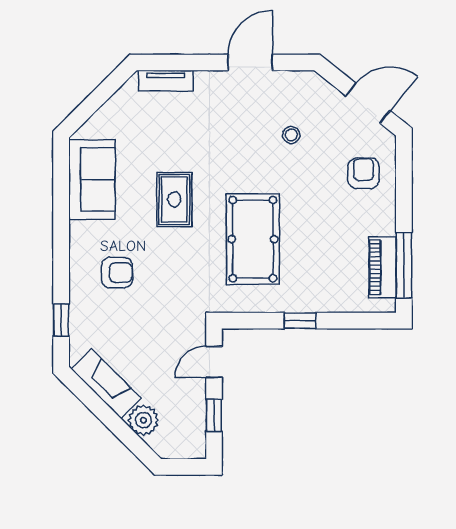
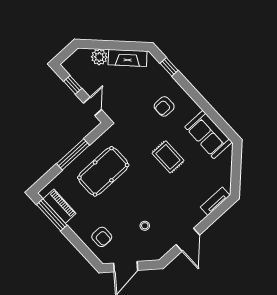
pool table: (253, 239) -> (103, 171), moved, turned 90
window: (300, 321) -> (73, 154), width x2.17

